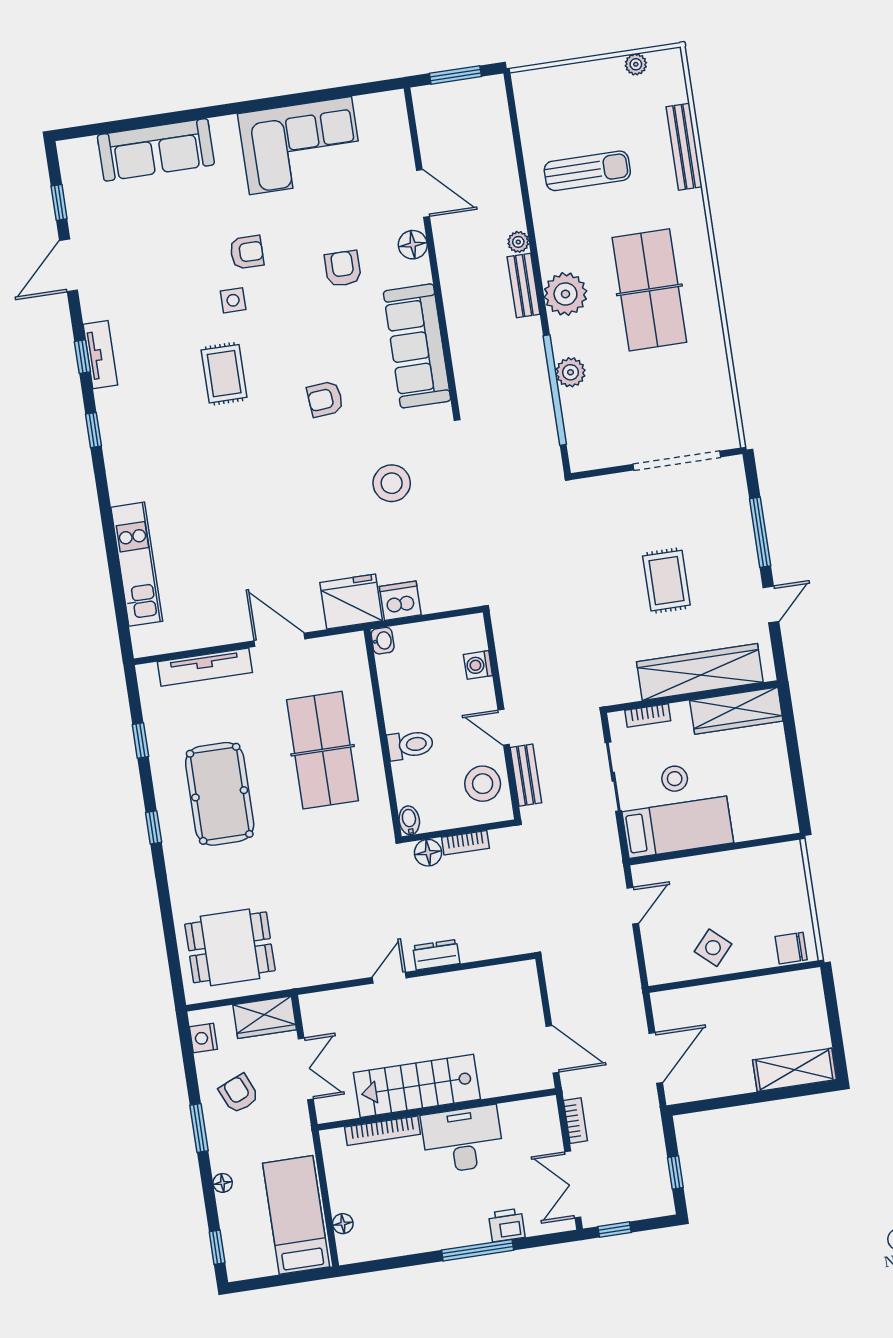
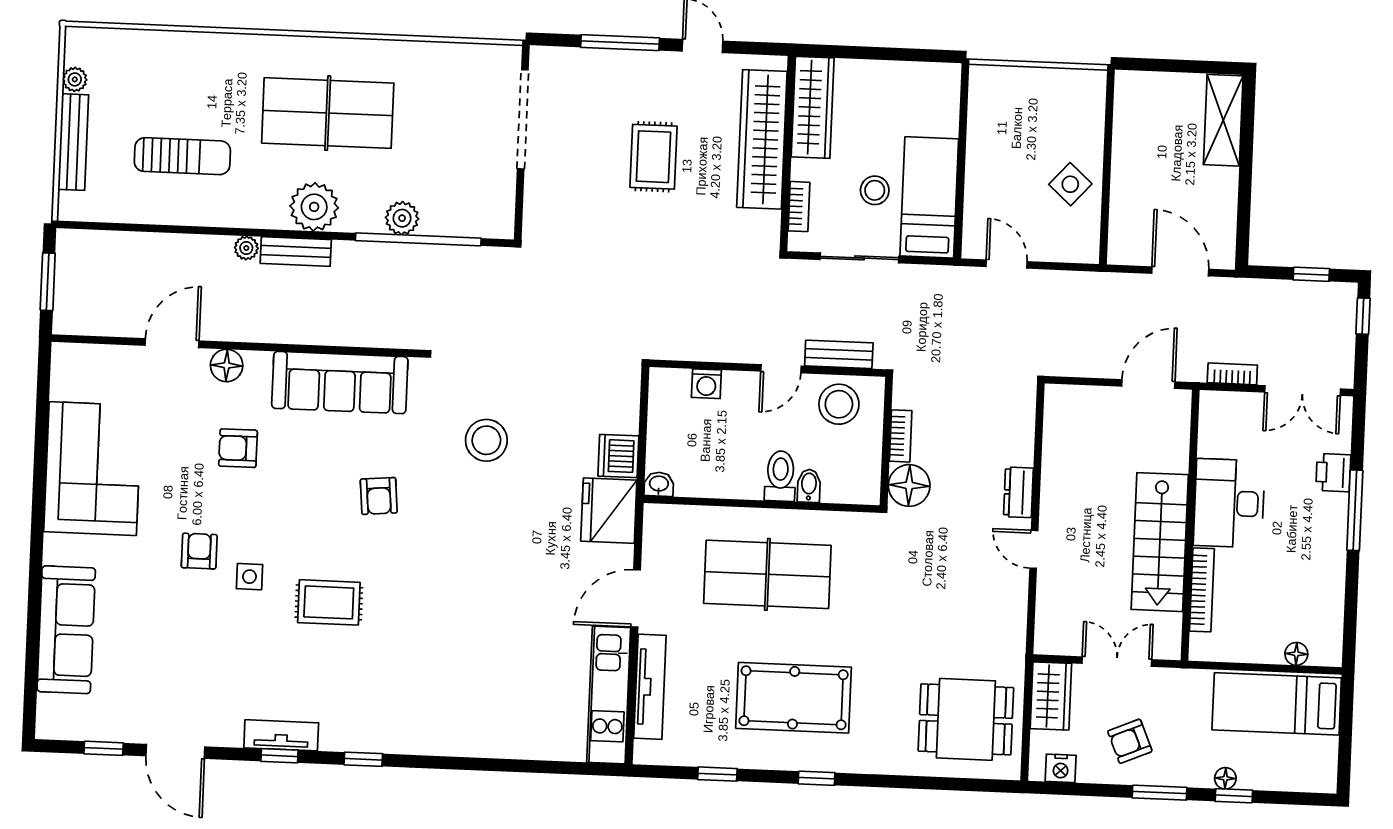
bench: (684, 147) -> (73, 142), moved, turned 90
sun lounger: (587, 171) -> (182, 156), turned 90
kitchen unit: (137, 564) -> (609, 695), moved, turned -90
rug: (666, 581) -> (653, 157), turned 90
bidet: (409, 820) -> (809, 486), moved, turned 90
floor lamp: (428, 853) -> (909, 485), width x1.38, depth x1.38
dining table: (230, 947) -> (966, 719), turned 90
chair: (791, 948) -> (1088, 98), removed
window: (615, 1229) -> (1363, 316), moved
window: (217, 1247) -> (1234, 796), moved

